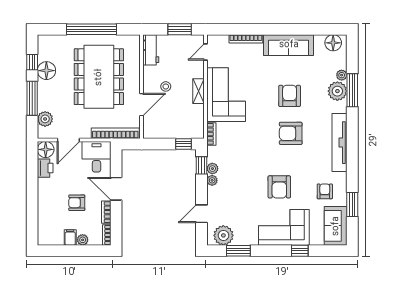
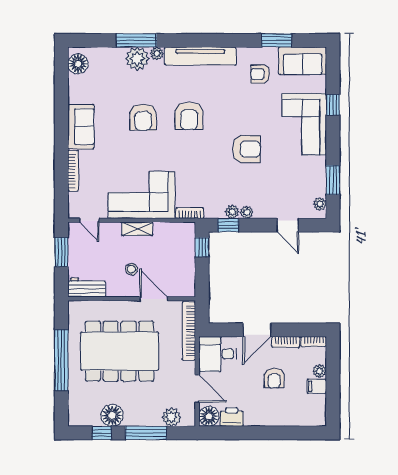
sofa: (289, 45) -> (81, 127), width x0.73
plant: (342, 75) -> (157, 53), moved
armchair: (290, 96) -> (143, 117), turned -90
armchair: (279, 187) -> (246, 149), moved
plant: (223, 235) -> (320, 204), width x0.53, depth x0.53

